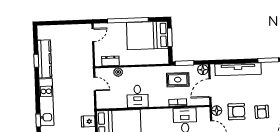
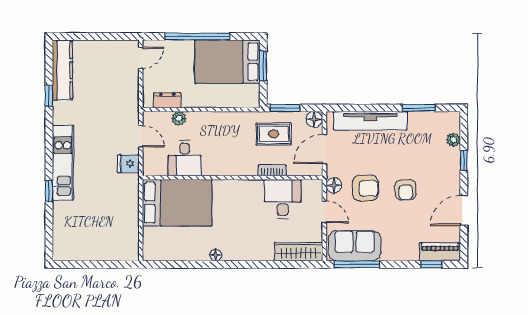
kitchen counter: (45, 59) -> (62, 70), moved
desk: (138, 96) -> (185, 158), moved
fridge: (88, 121) -> (128, 164), moved

